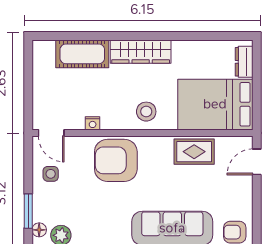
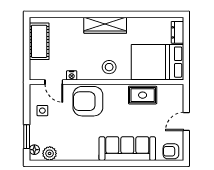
cot: (82, 54) -> (39, 41), moved, turned 90
door: (51, 133) -> (54, 82), moved
door: (257, 162) -> (186, 122), moved

